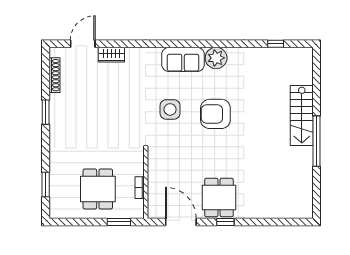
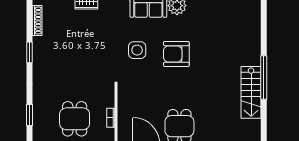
stairs: (302, 116) -> (251, 92), moved

